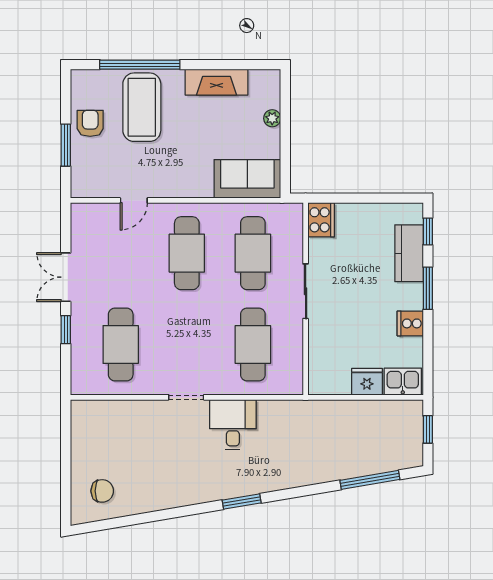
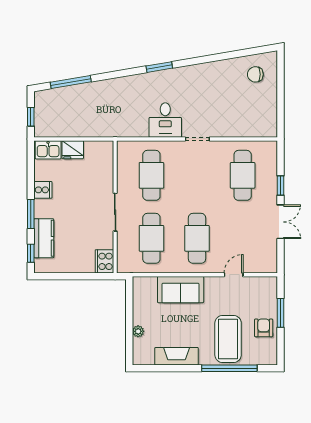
armchair: (90, 123) -> (264, 328), turned 180
sofa: (247, 179) -> (181, 290), moved

